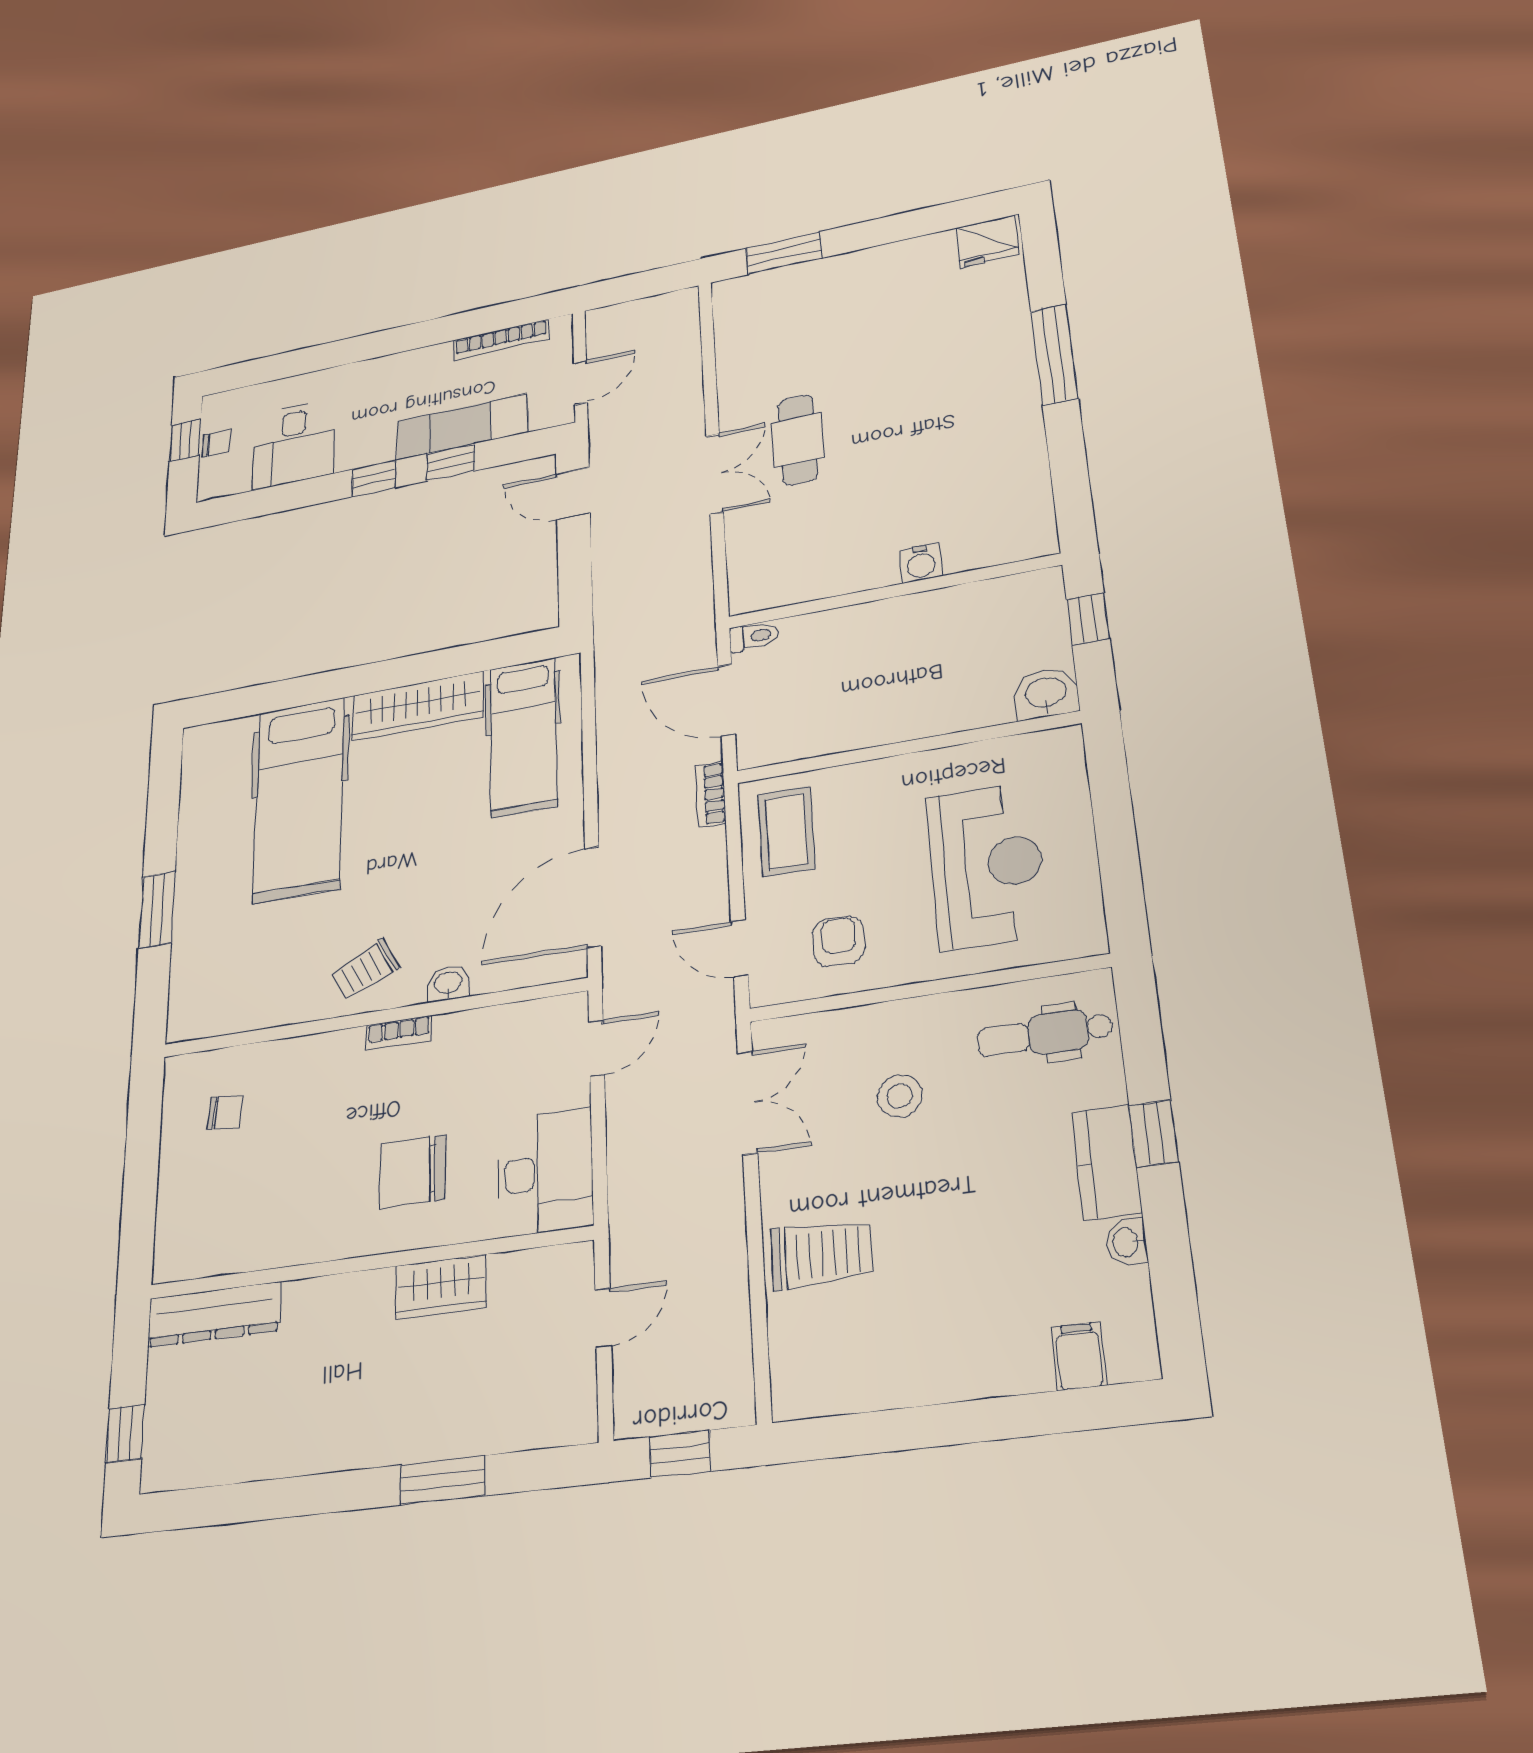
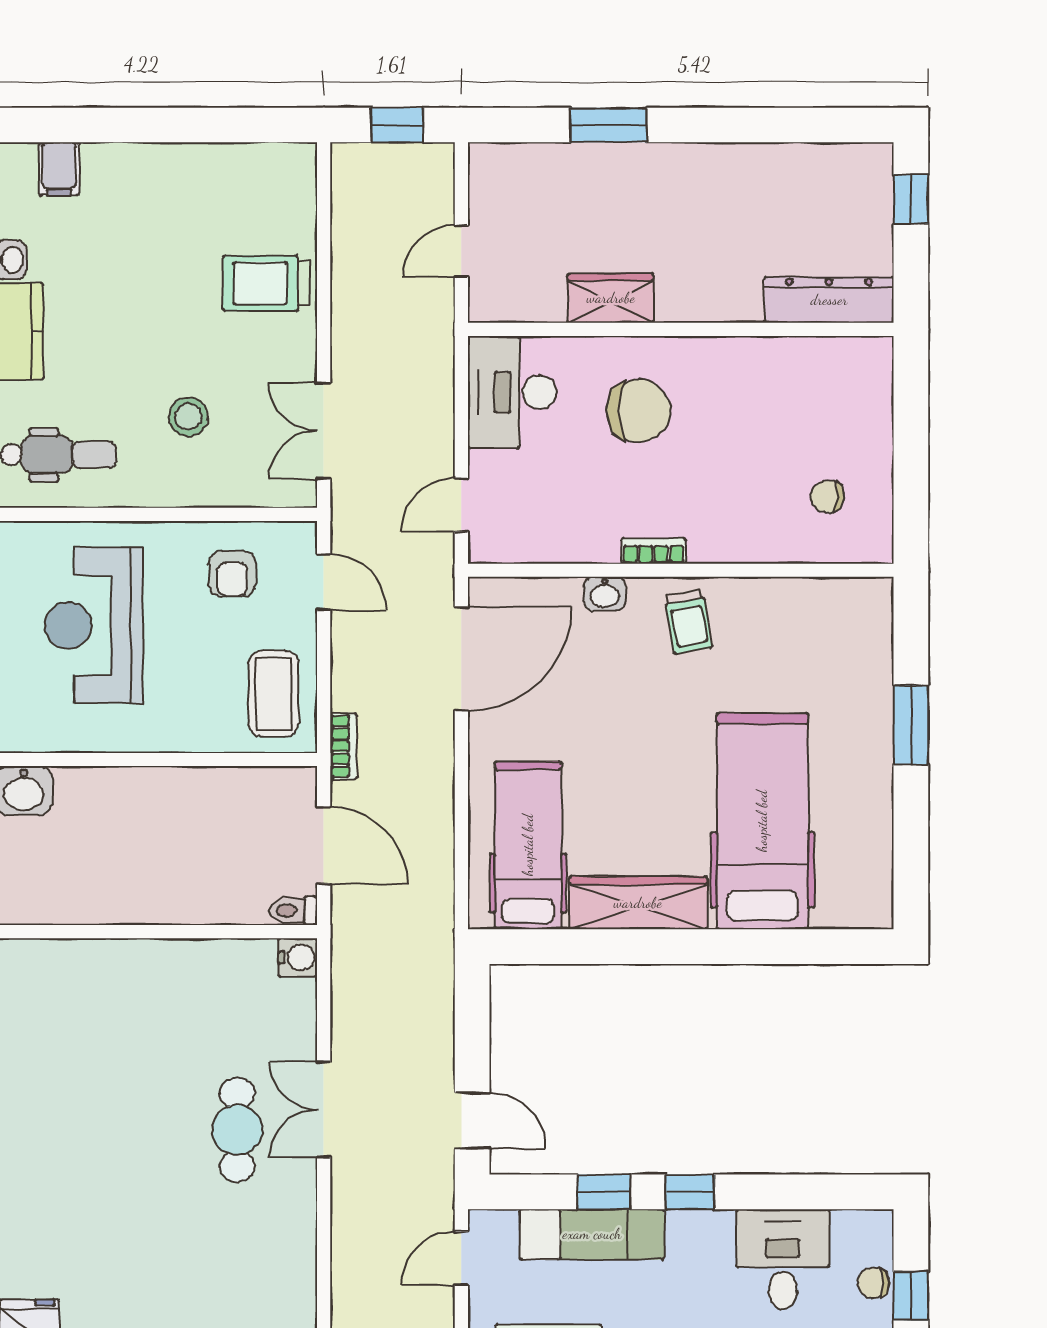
water cooler: (921, 563) -> (298, 957), moved, turned 90
trolley: (365, 970) -> (688, 622), turned 107

